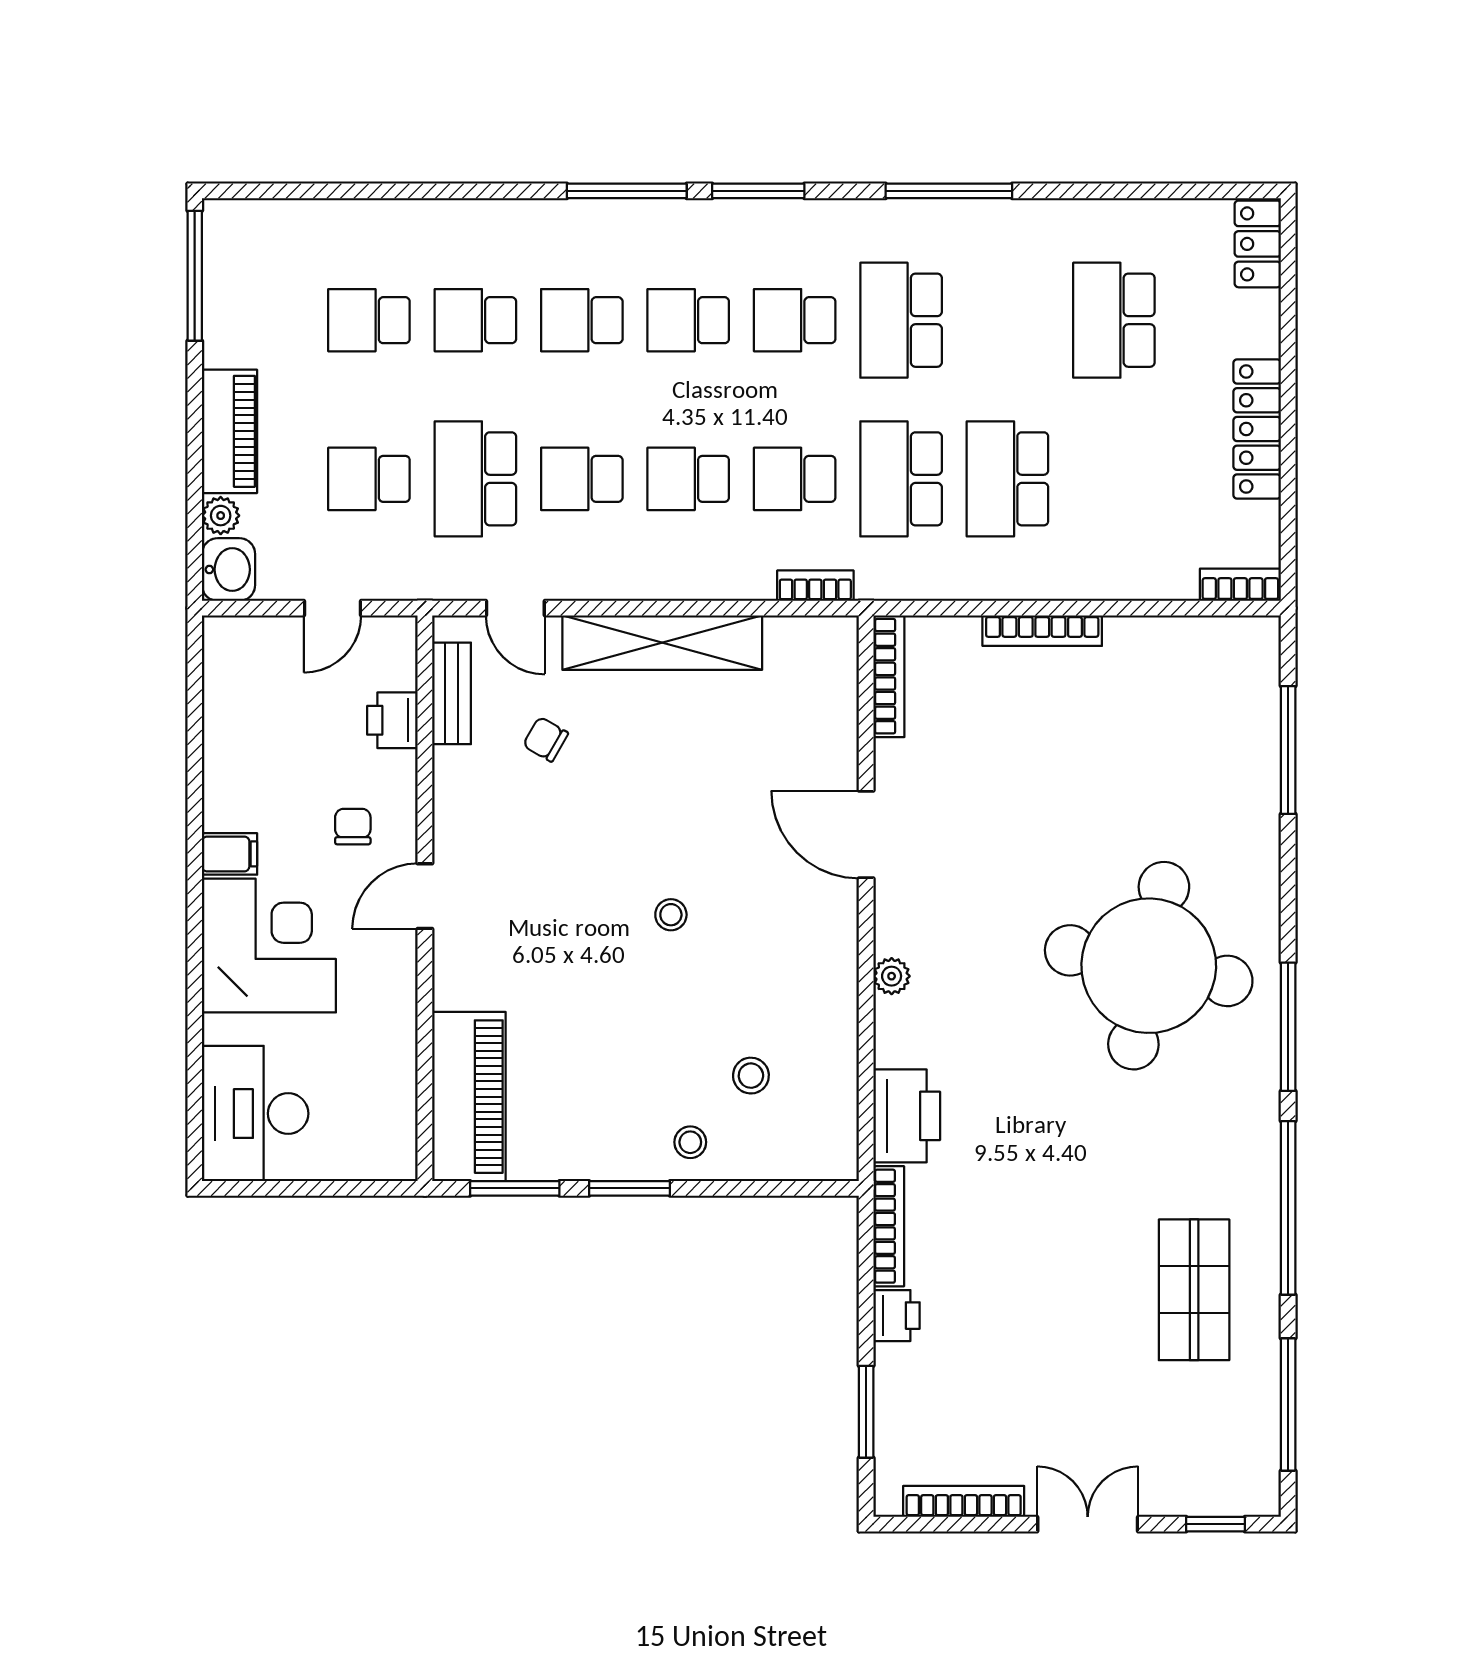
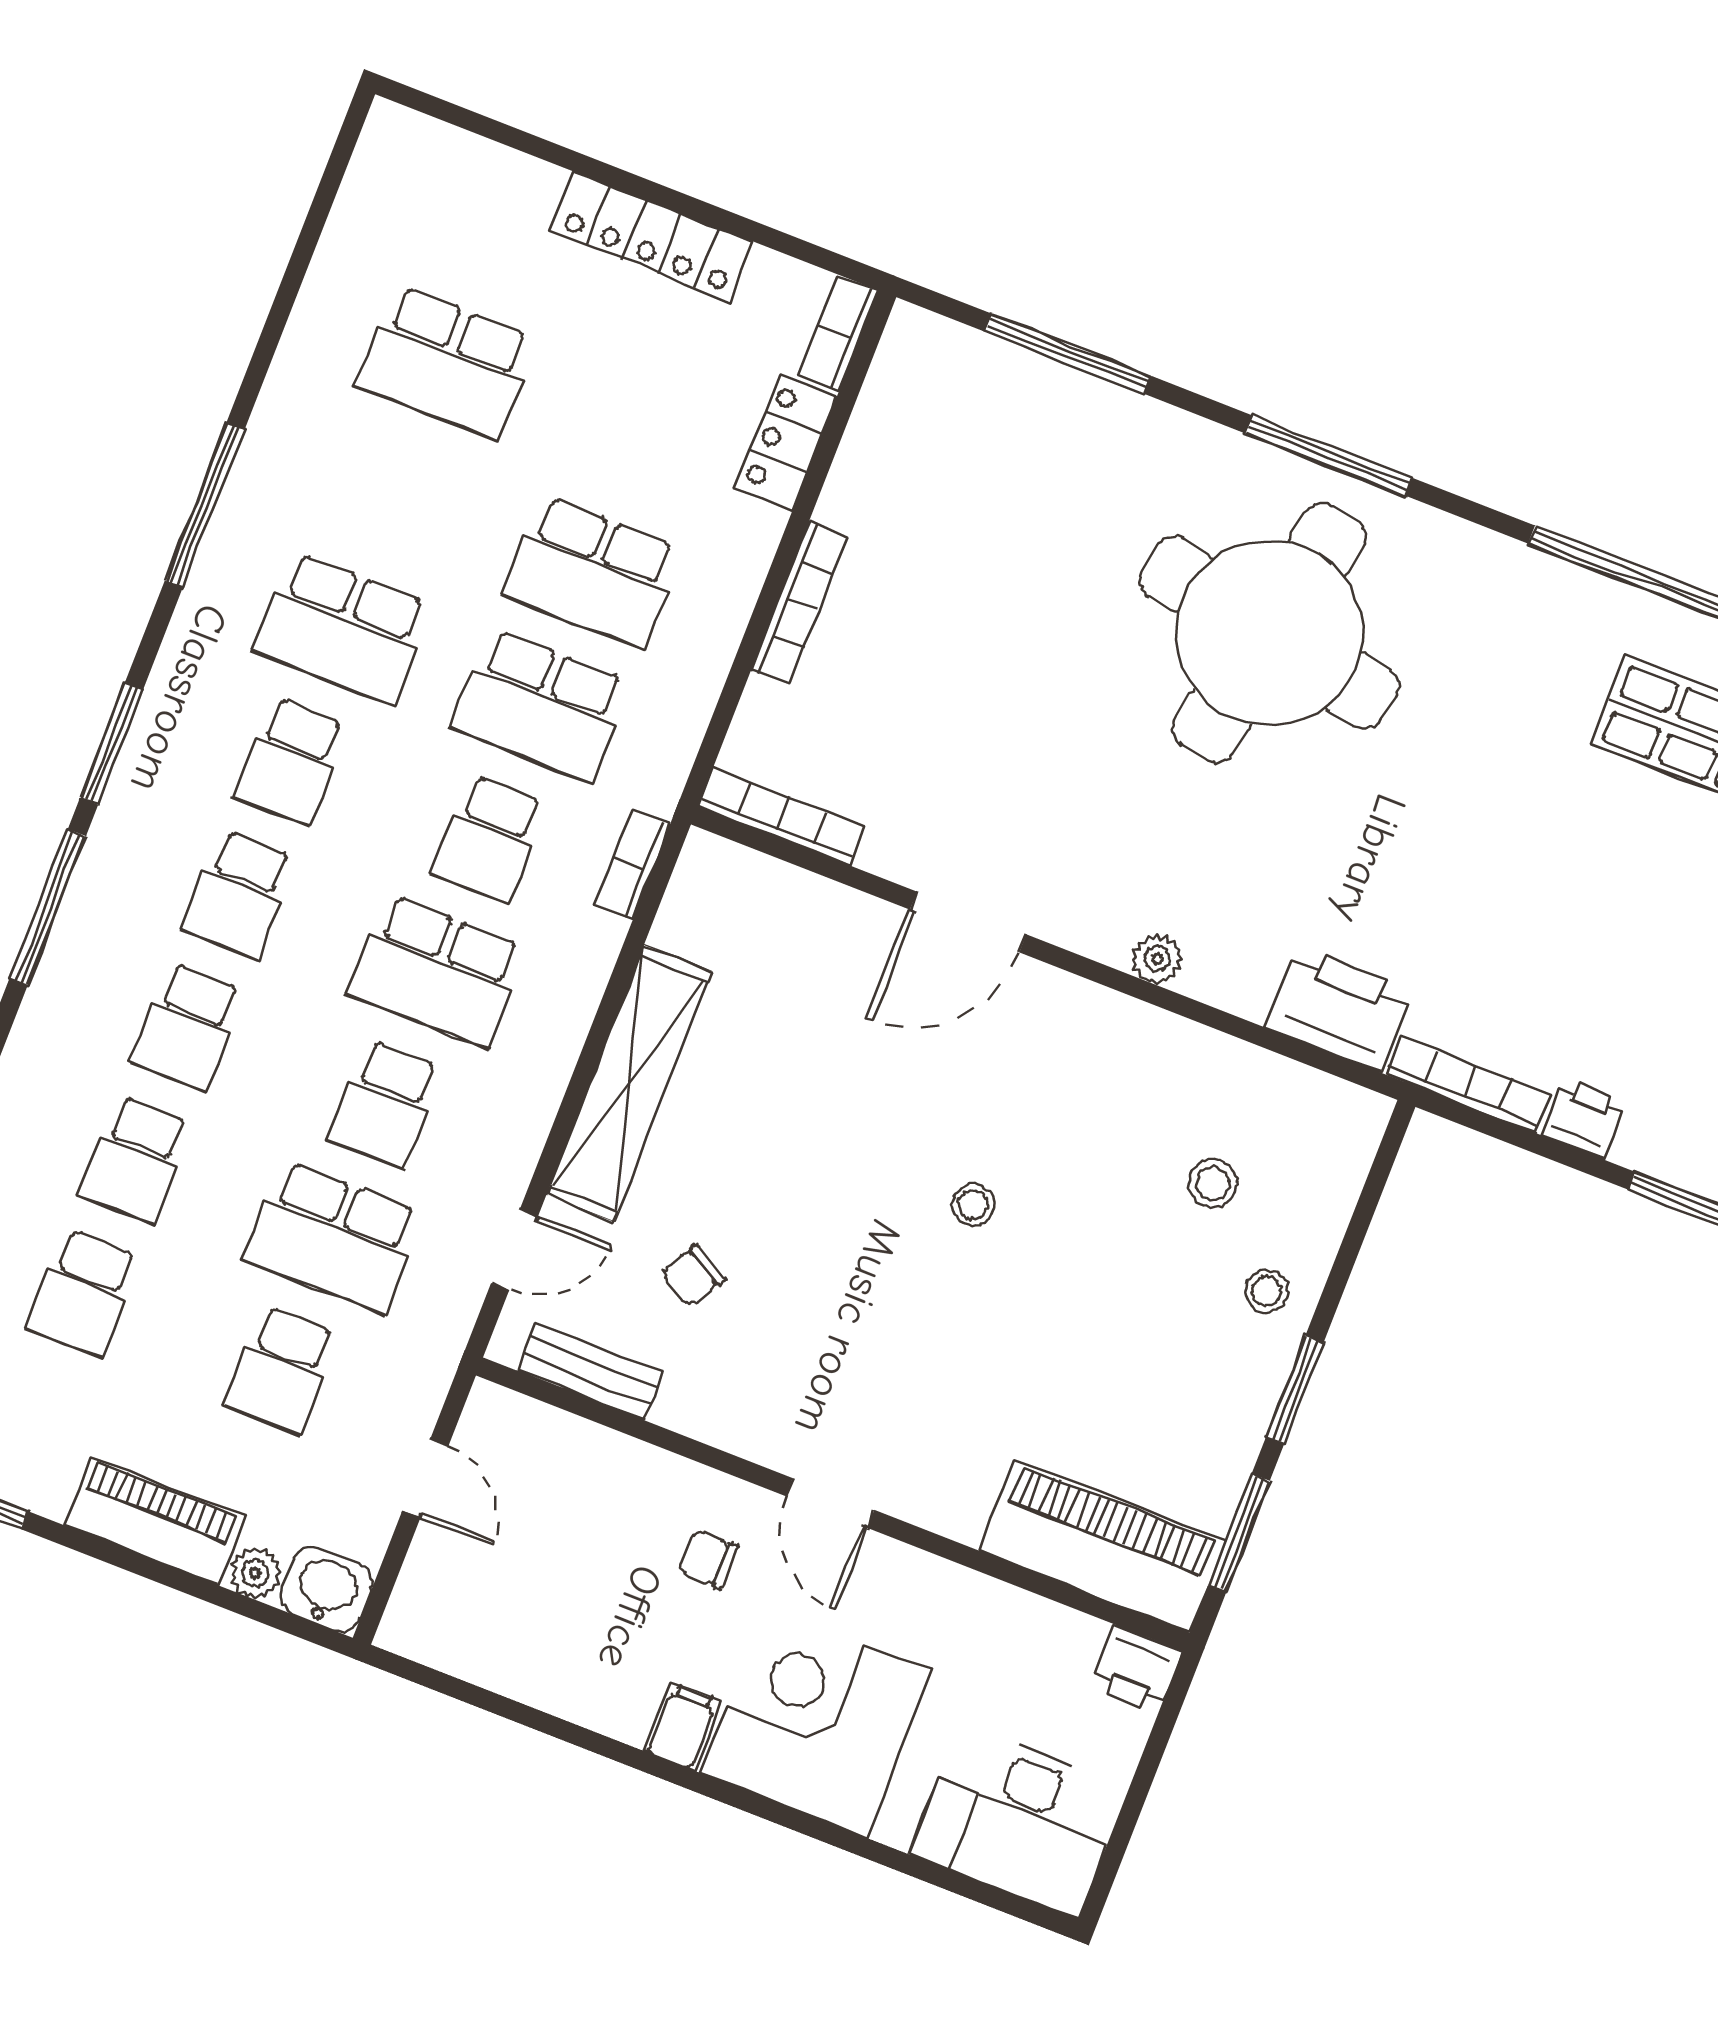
locker: (1258, 244) -> (786, 442), moved, turned 90
school desk: (688, 479) -> (437, 971), width x1.85
printer: (392, 720) -> (1136, 1669), moved
window: (1288, 1027) -> (1329, 456), moved

